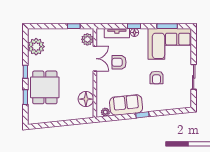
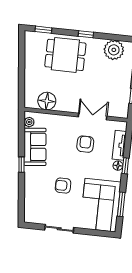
plant: (87, 39) -> (116, 110), removed
double door: (95, 59) -> (93, 116), swing flipped
window: (25, 97) -> (43, 30), moved

